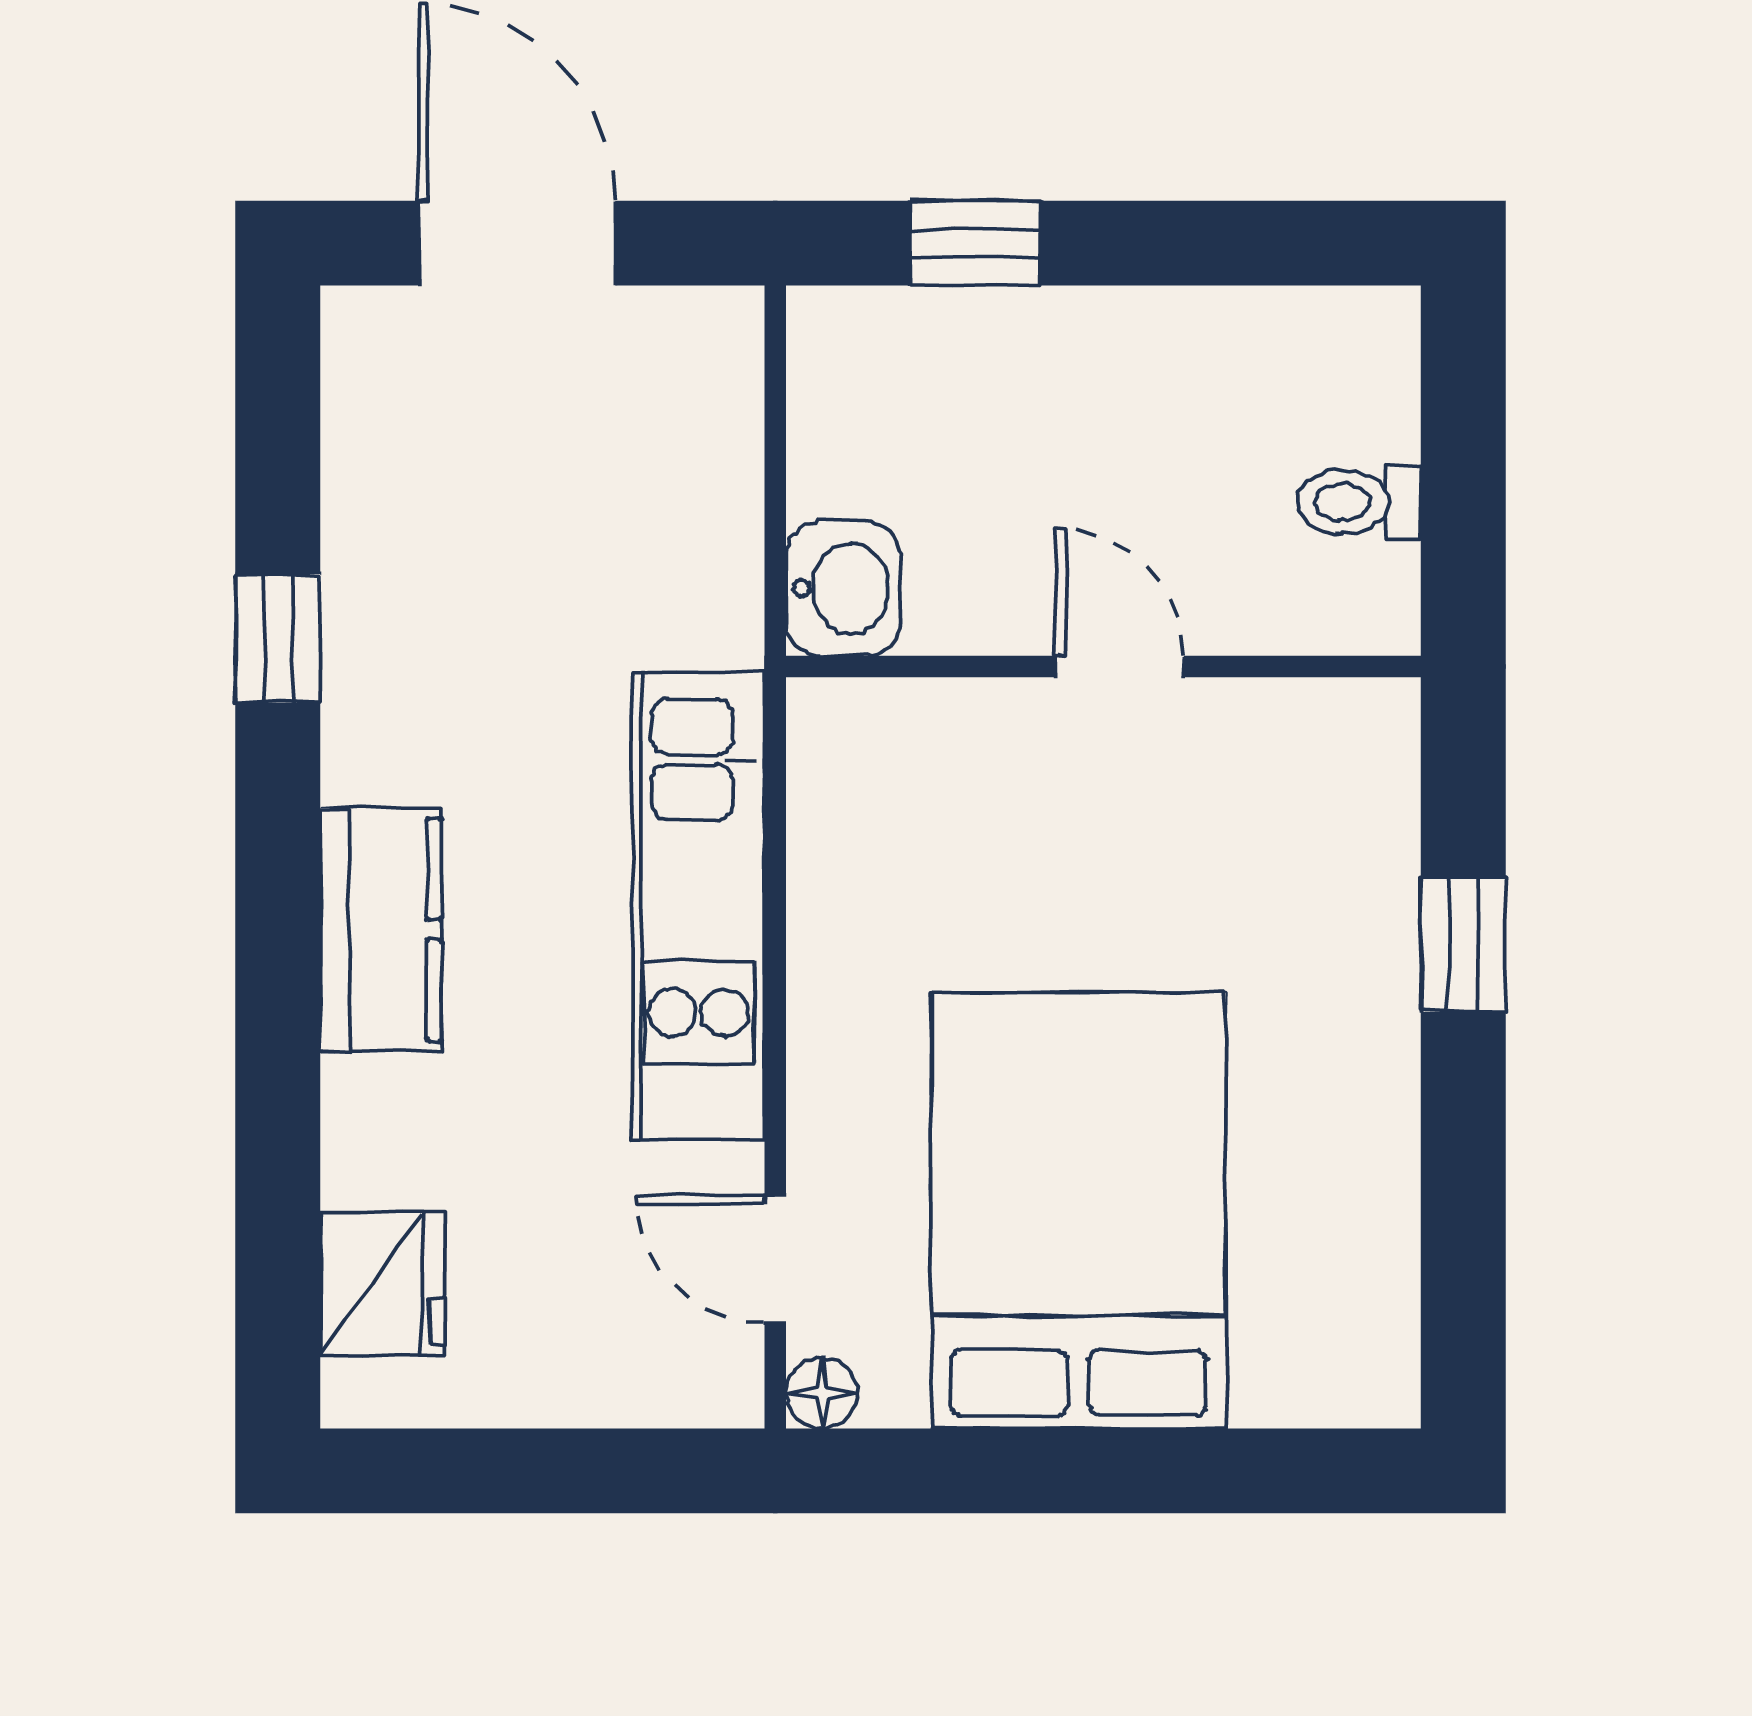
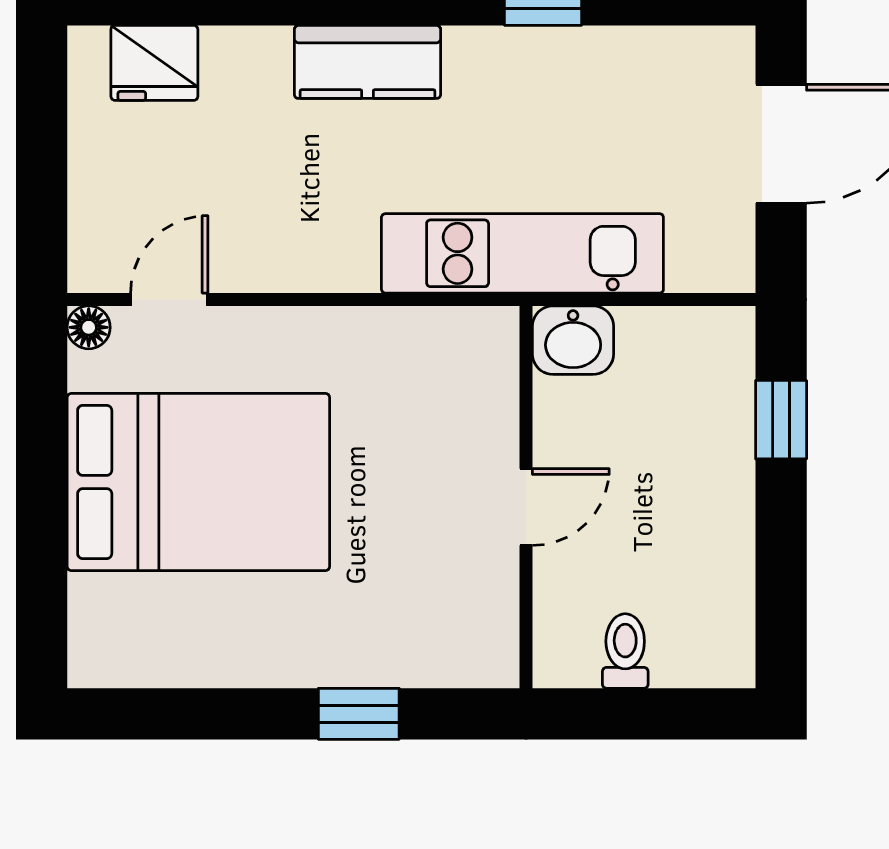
kitchen unit: (699, 905) -> (522, 253), moved

